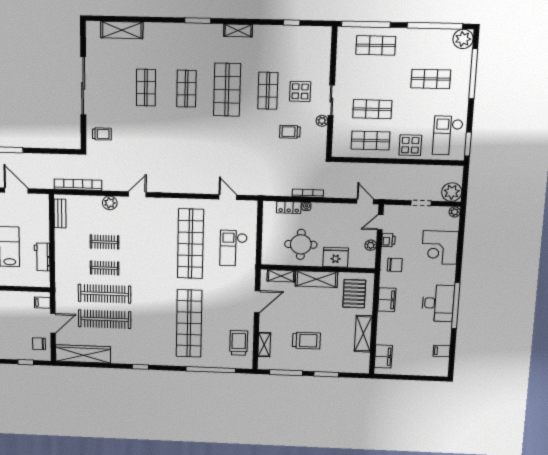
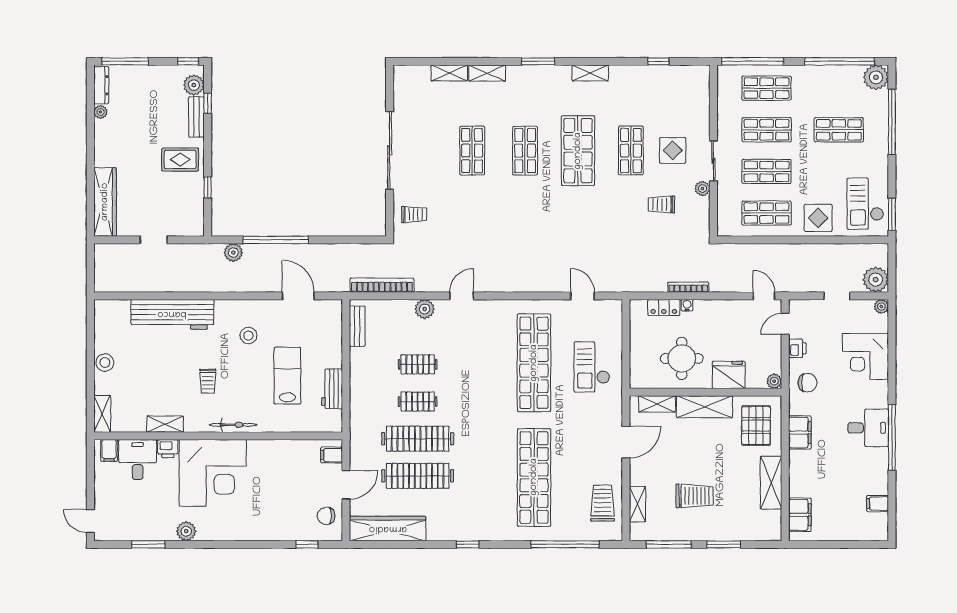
shelving: (158, 29) -> (487, 73), added
shelving: (122, 30) -> (449, 73), width x0.67, depth x0.75
shop shelf: (374, 77) -> (767, 130), added
plant: (371, 245) -> (774, 381), moved
desk: (438, 303) -> (868, 428), width x0.73

